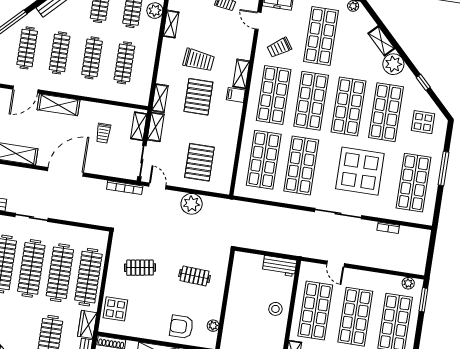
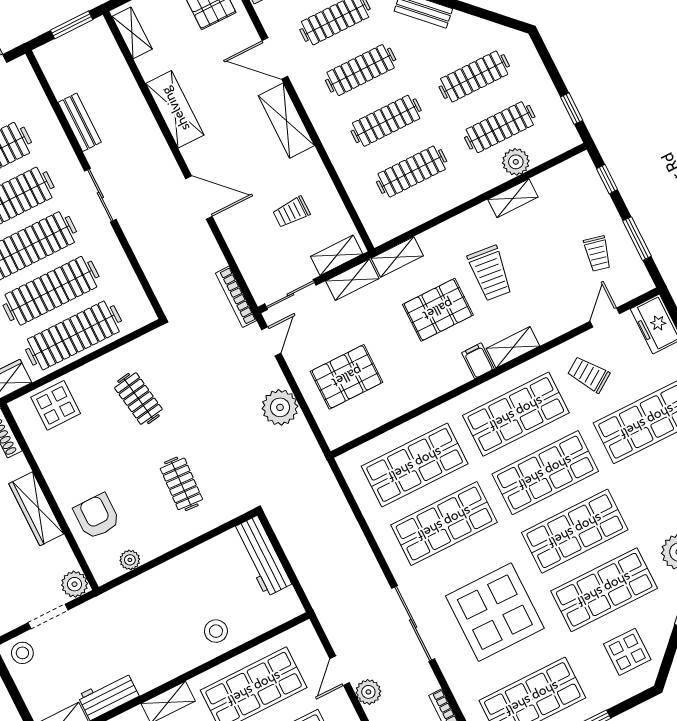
door: (65, 172) -> (199, 198), width x0.73
plant: (355, 257) -> (368, 692), added
workbench: (279, 266) -> (262, 556), moved, width x1.38

